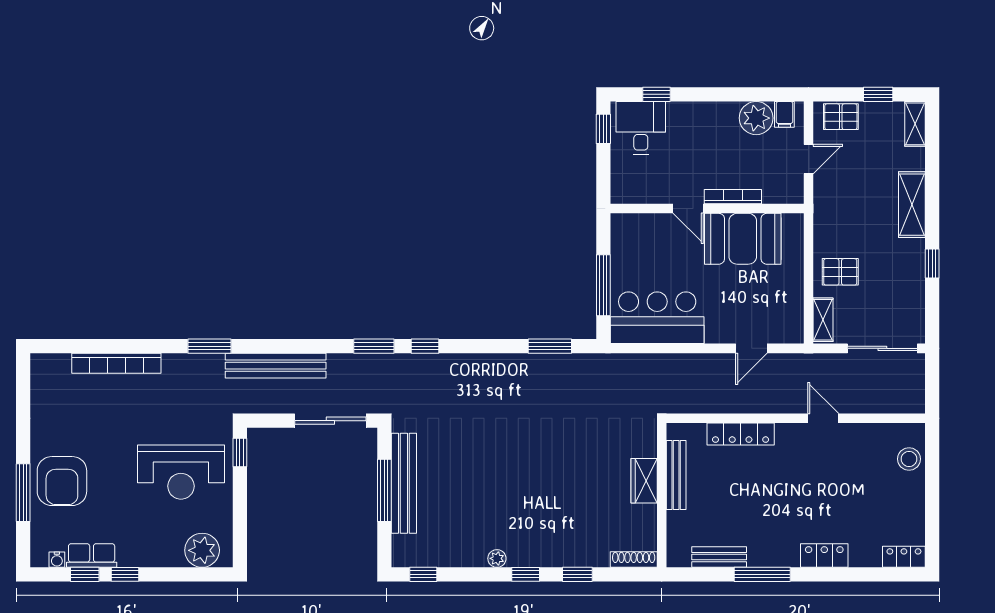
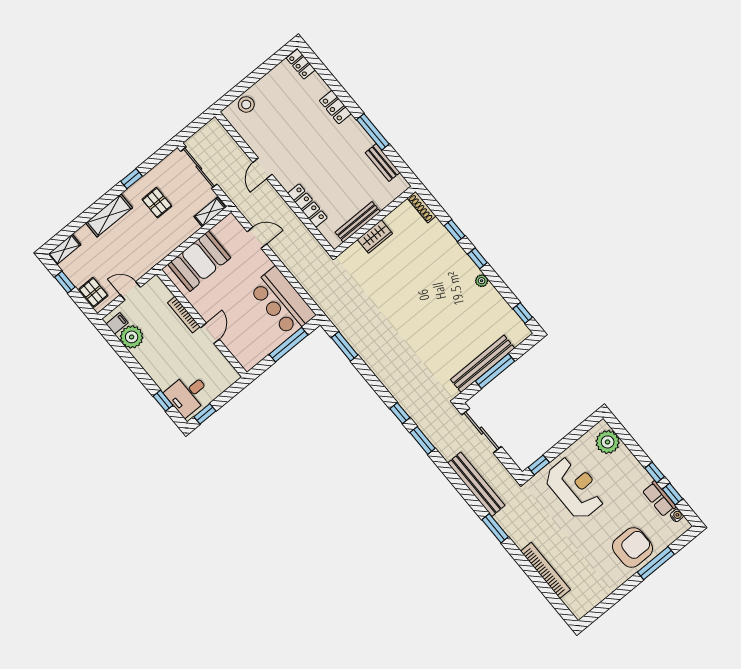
booth: (743, 239) -> (199, 261), moved, turned 90
pallet: (840, 272) -> (157, 203), moved

